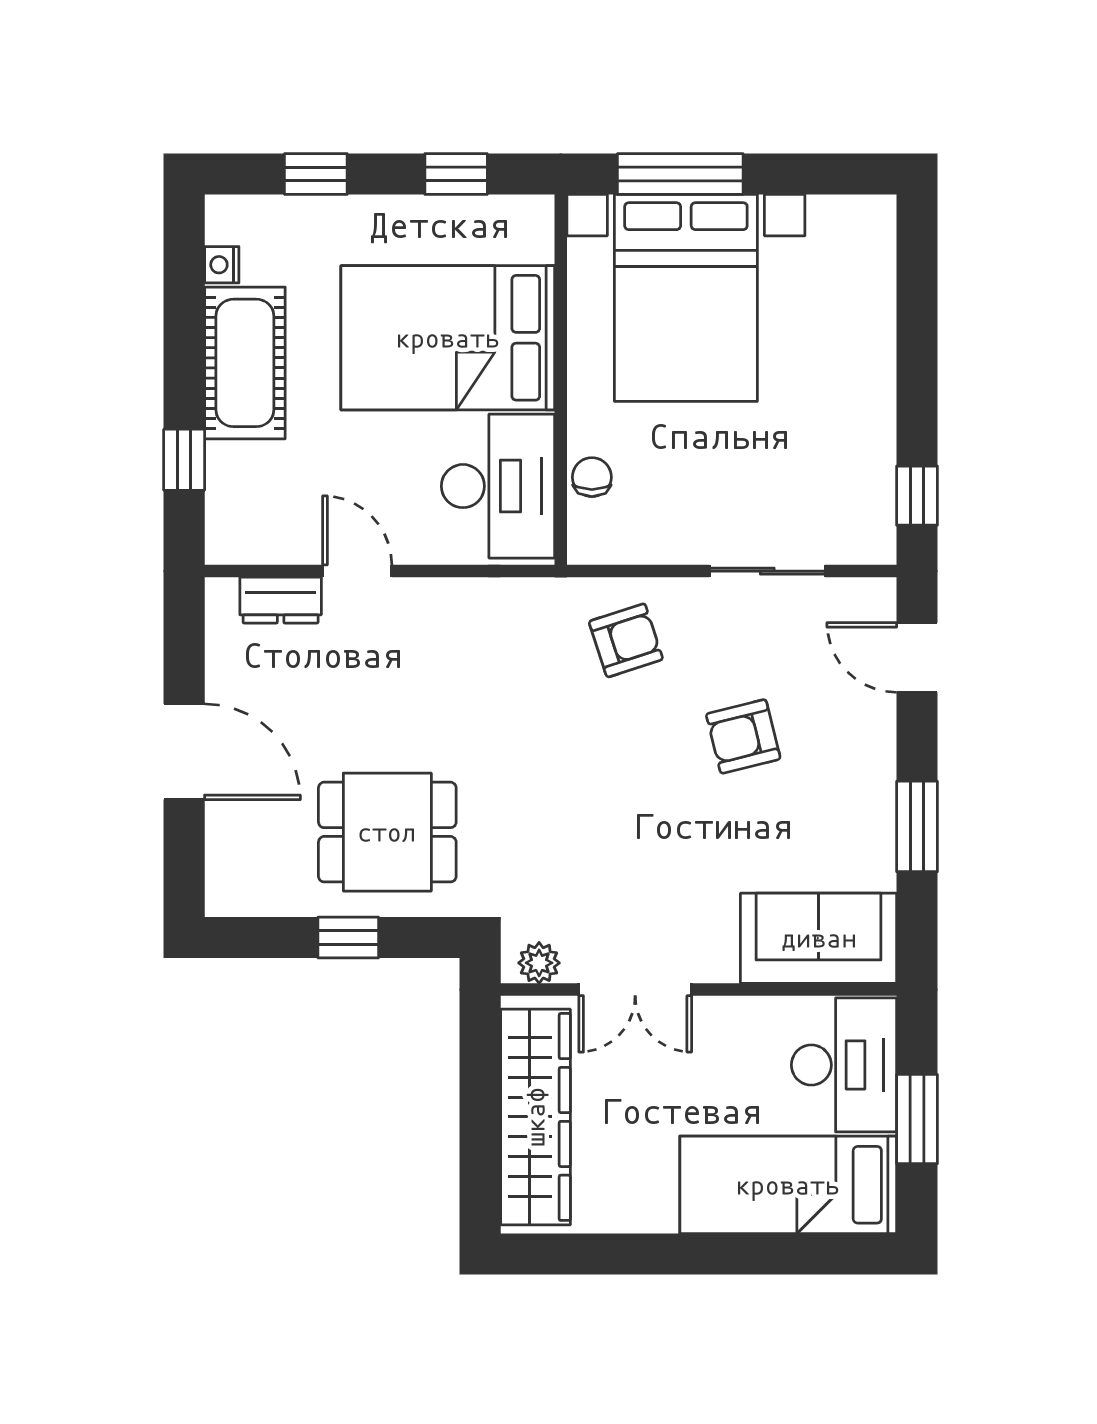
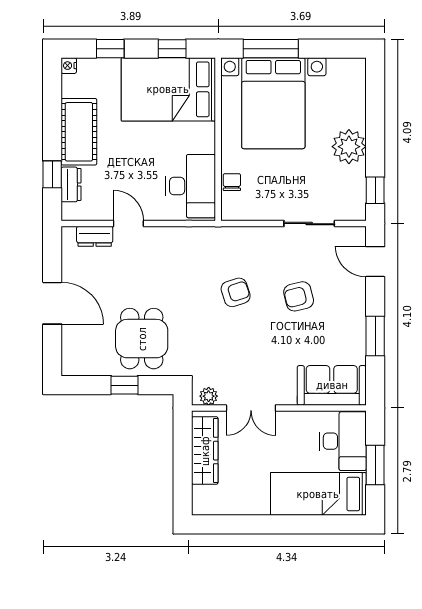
nightstand: (222, 265) -> (69, 66), moved
bed: (448, 338) -> (168, 89), moved
plant: (858, 397) -> (349, 147), added
dresser: (227, 482) -> (71, 184), added
armchair: (626, 640) -> (236, 292), moved
dining table: (387, 832) -> (142, 339), turned 90
wardrobe: (535, 1117) -> (205, 451), width x0.71, depth x0.85

